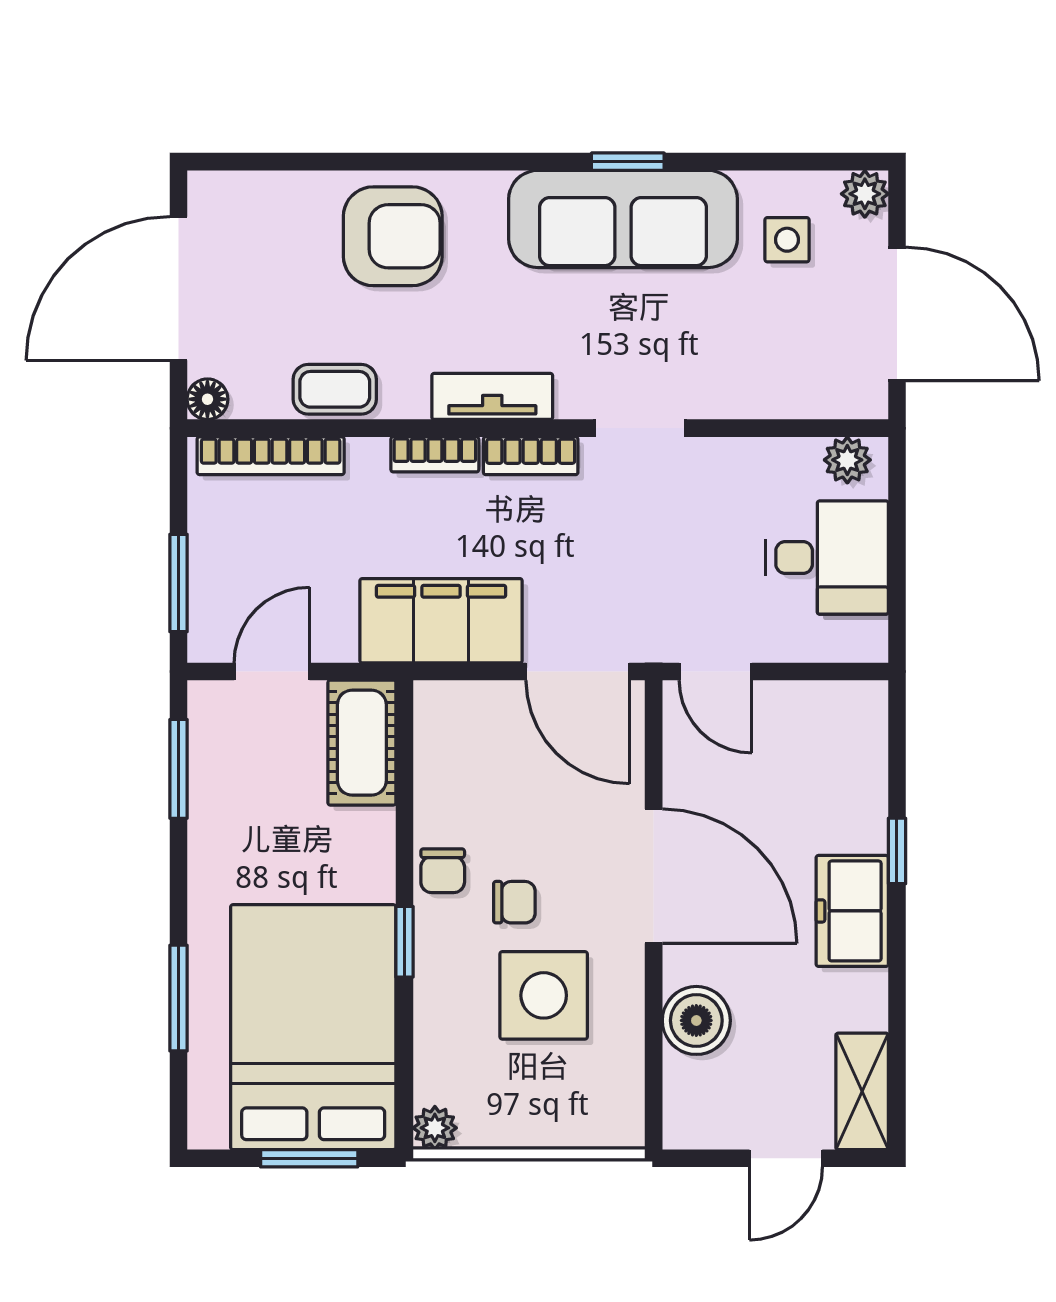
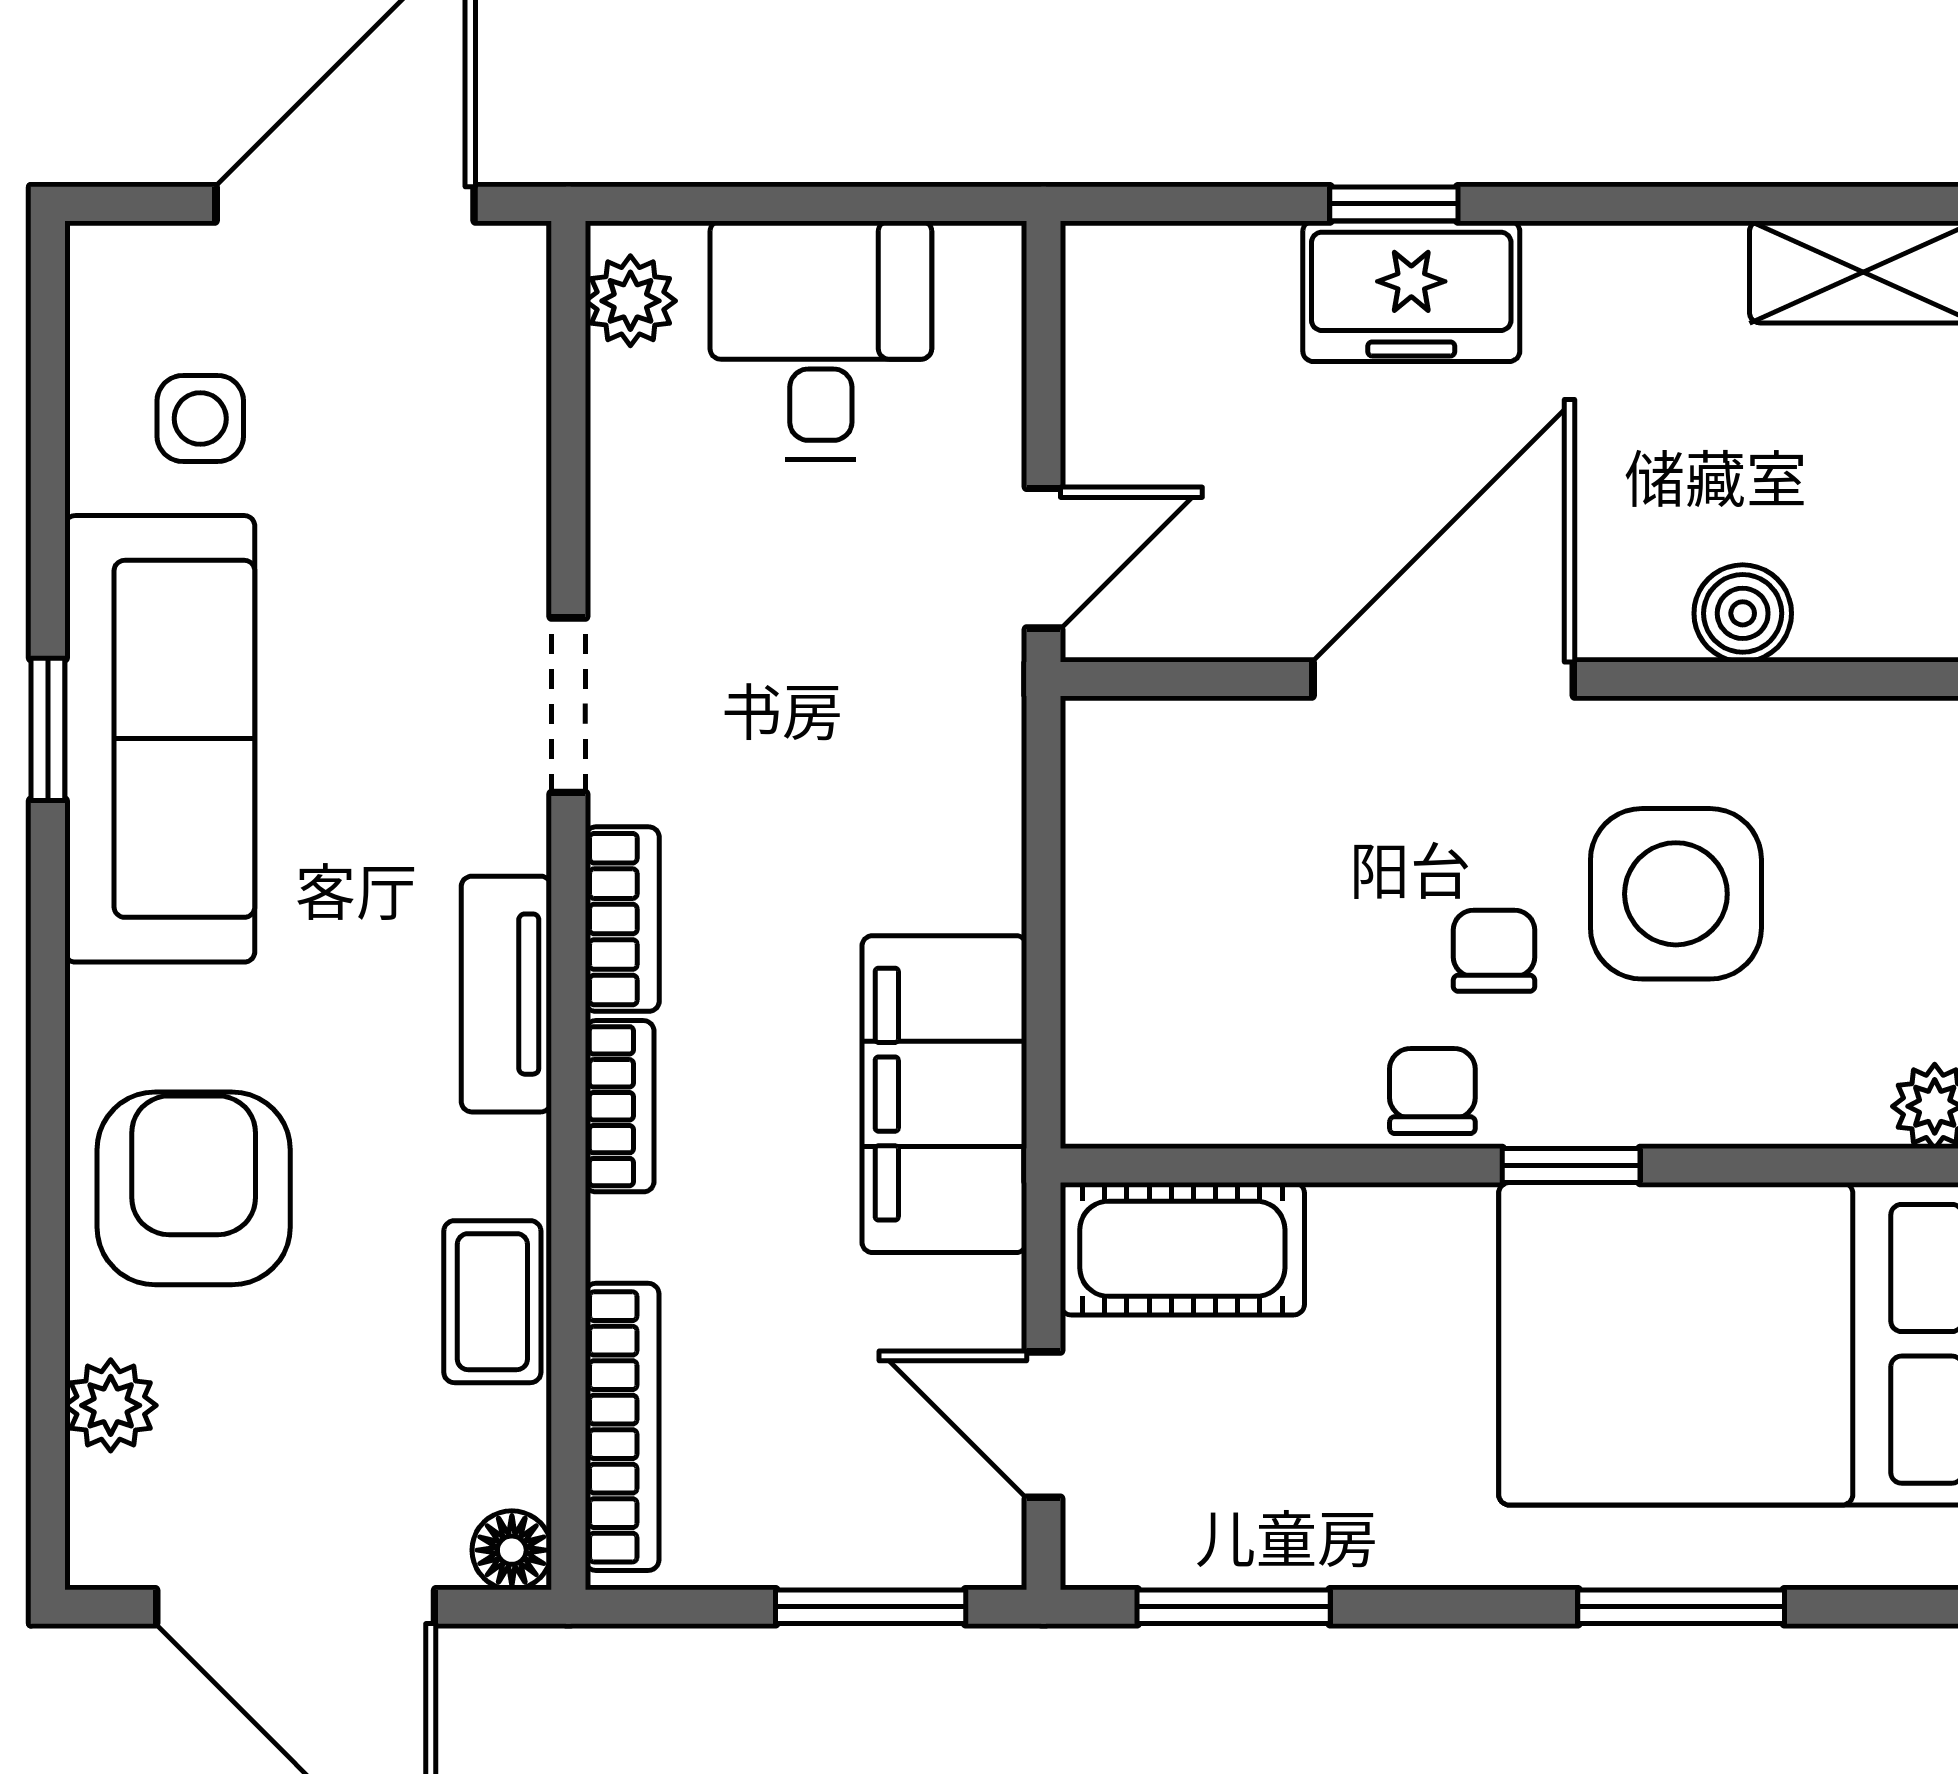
plant: (865, 194) -> (111, 1405), moved
door: (578, 672) -> (1044, 827), removed
chair: (443, 871) -> (1432, 1091), turned -90
freezer: (852, 911) -> (1411, 291), moved
boiler: (696, 1020) -> (1743, 613), width x0.73, depth x0.73

